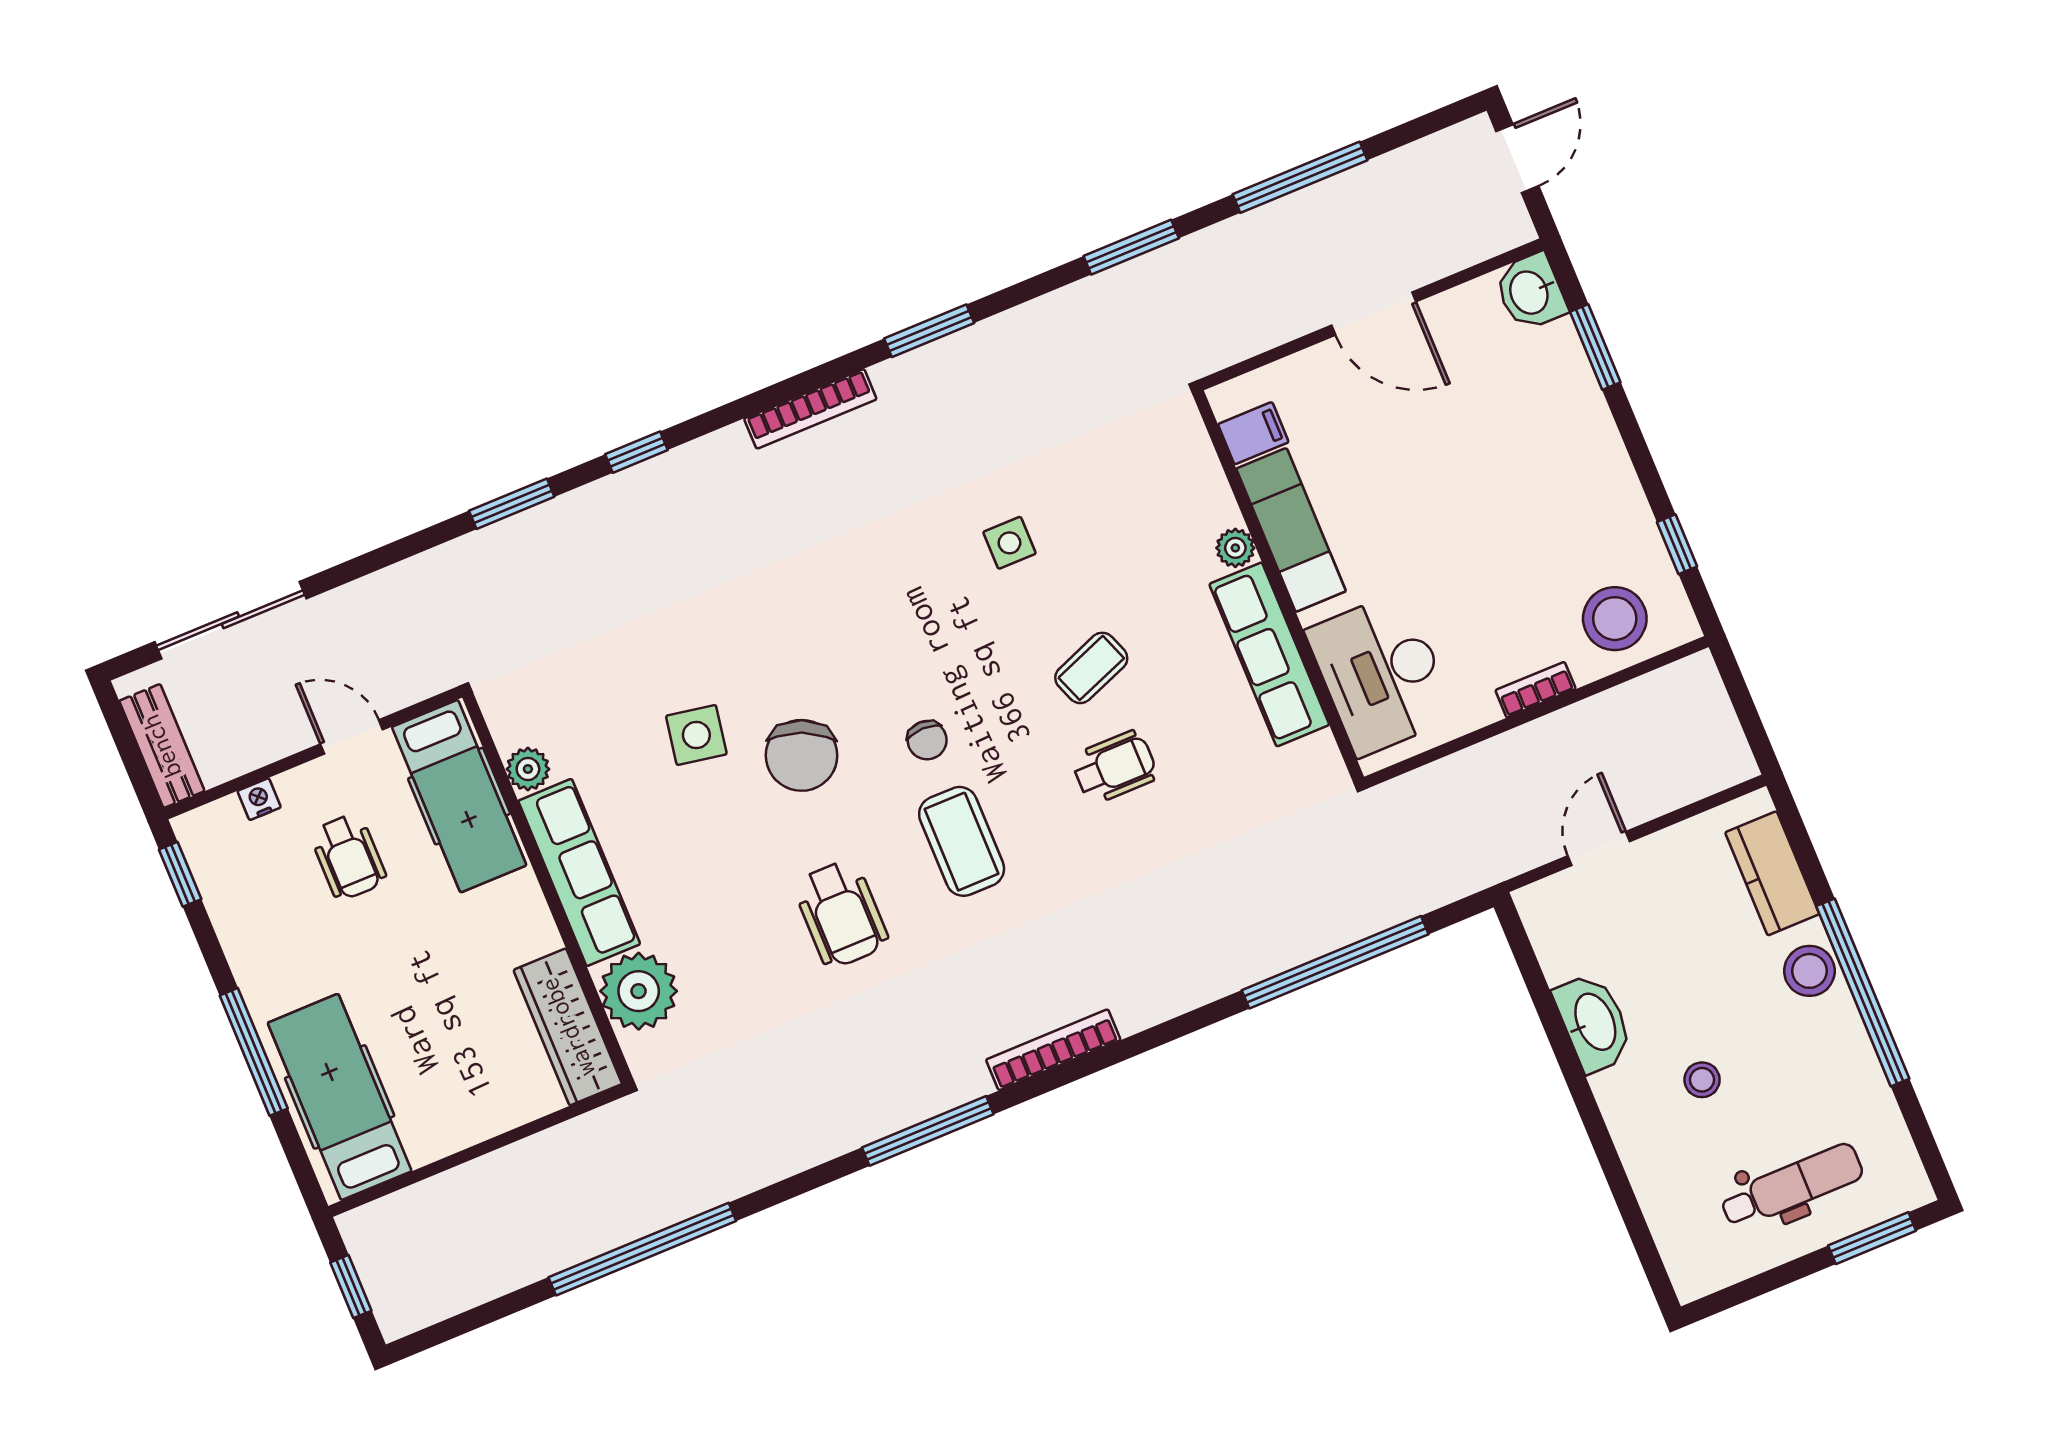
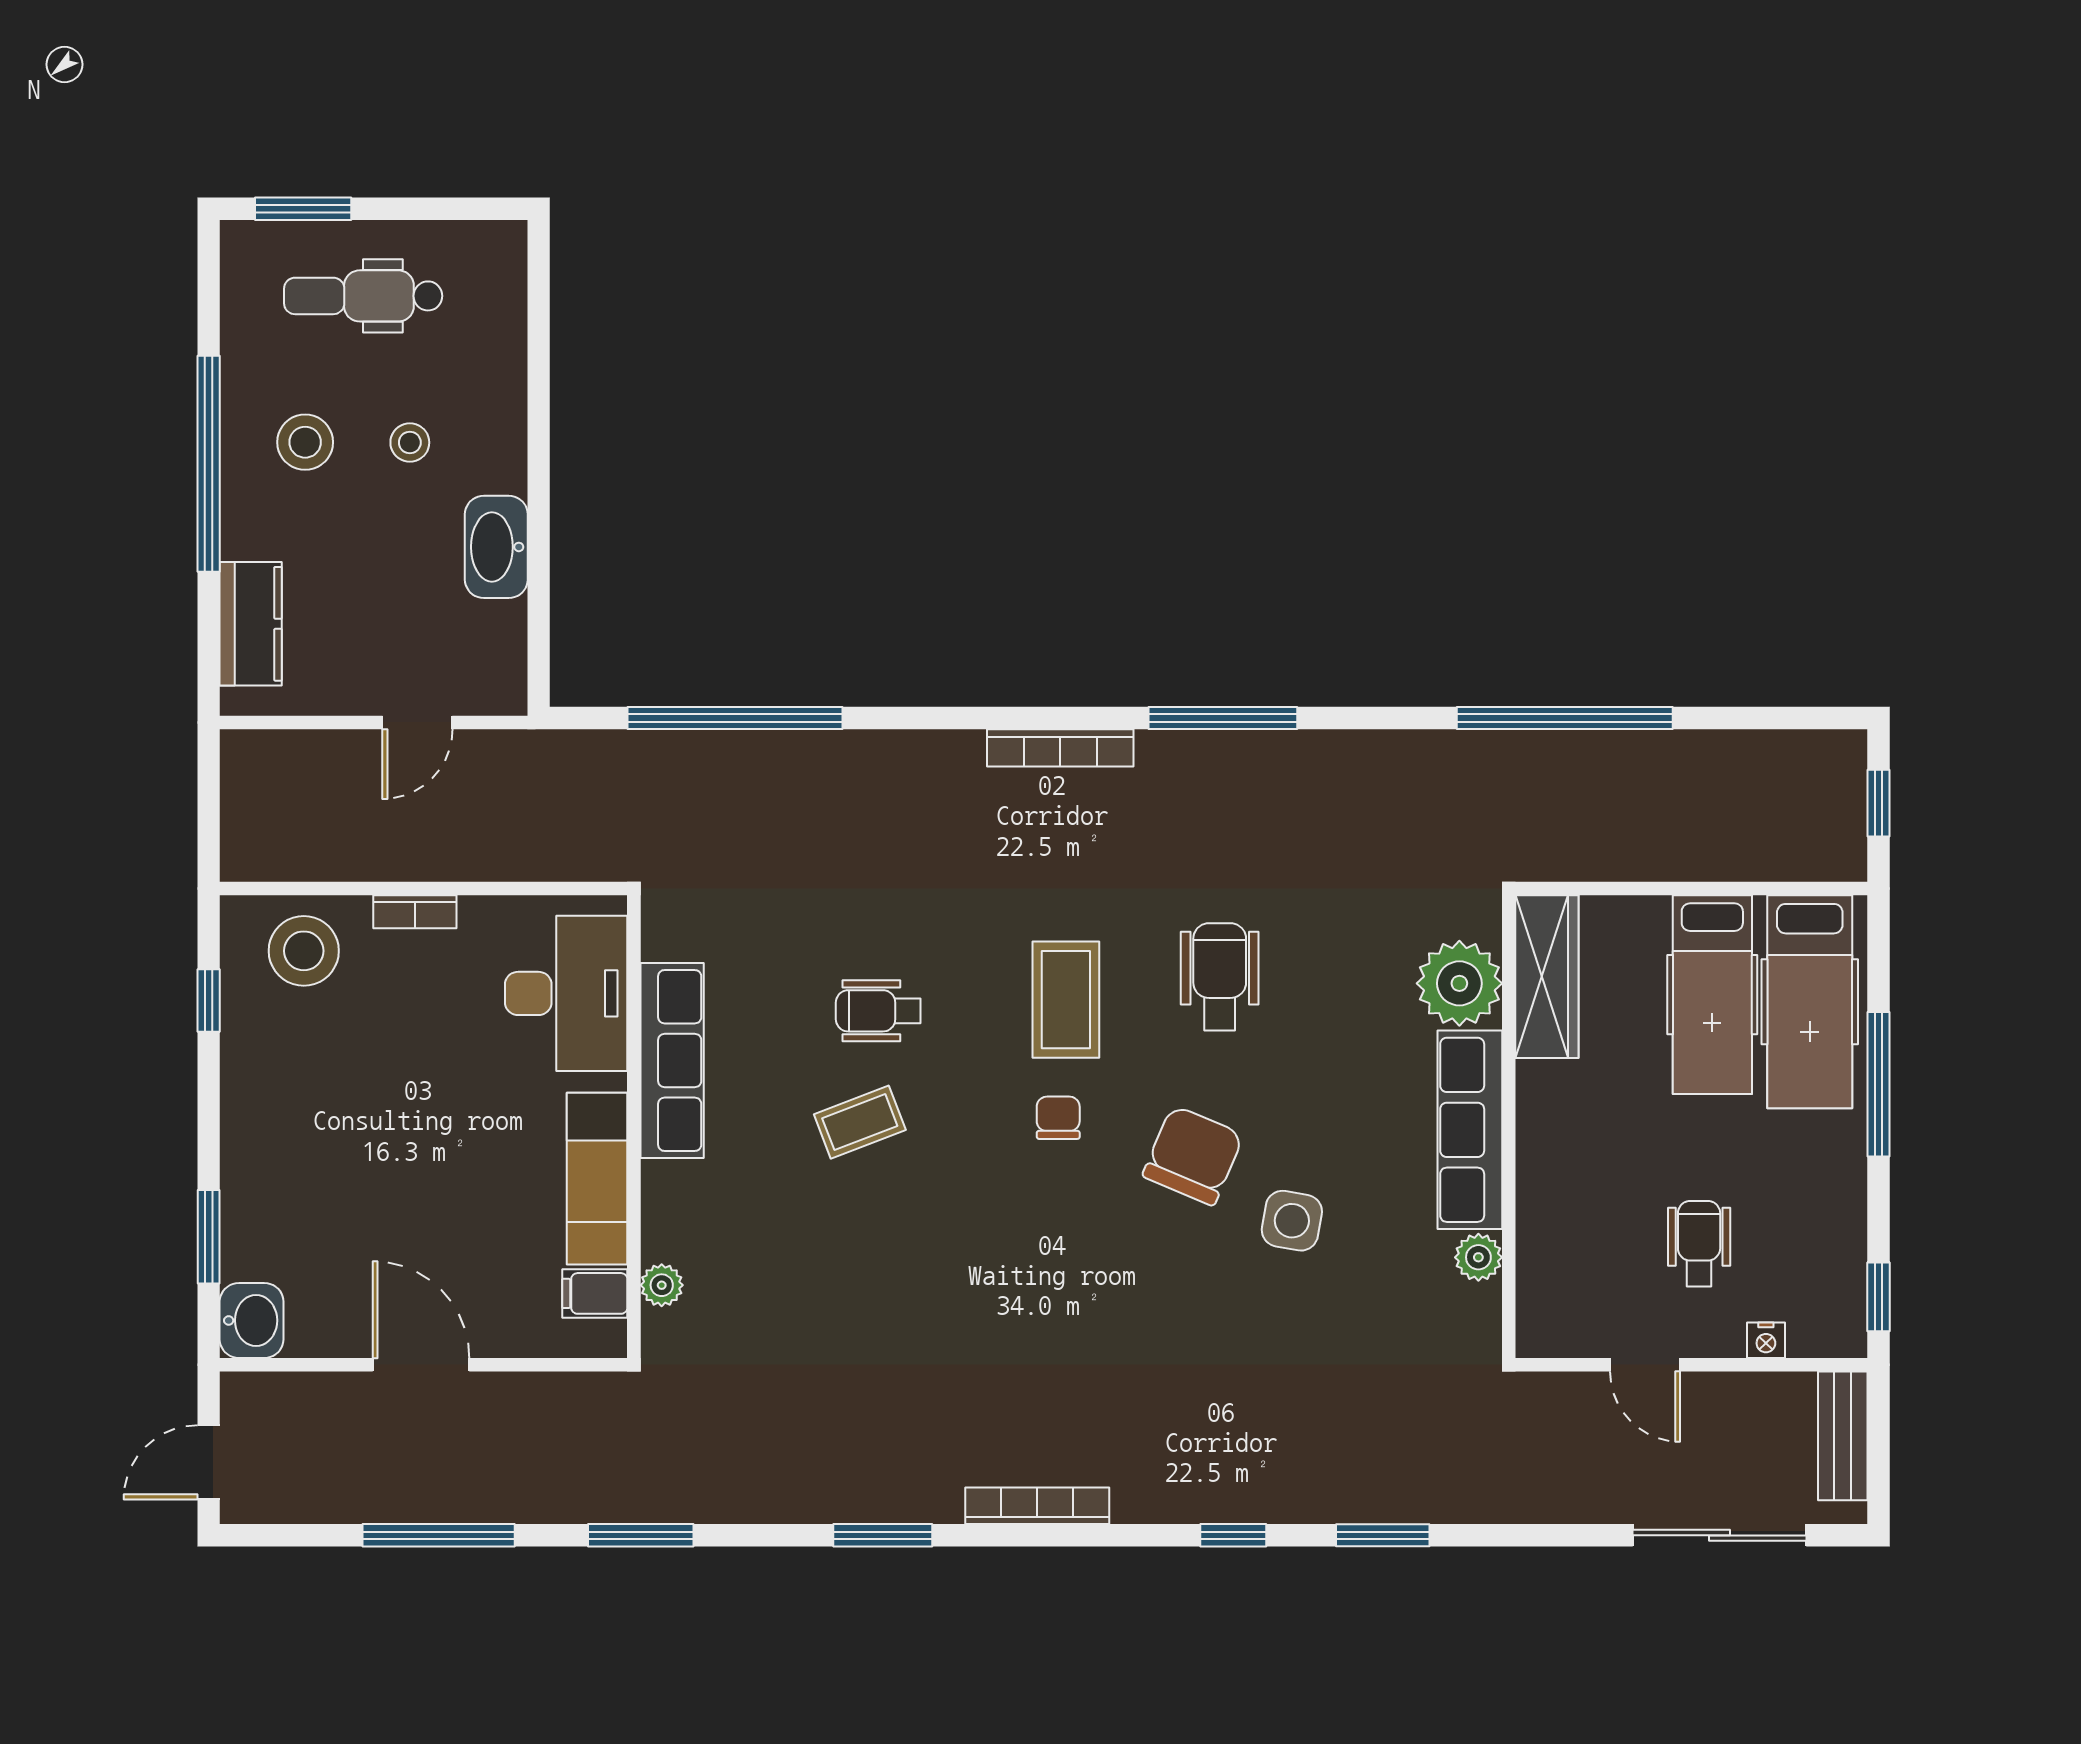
side table: (1009, 543) -> (890, 1285), removed
plant: (1235, 548) -> (662, 1285), moved
hospital bed: (459, 796) -> (1712, 995), moved, turned 180
stool: (1809, 971) -> (305, 442), moved

